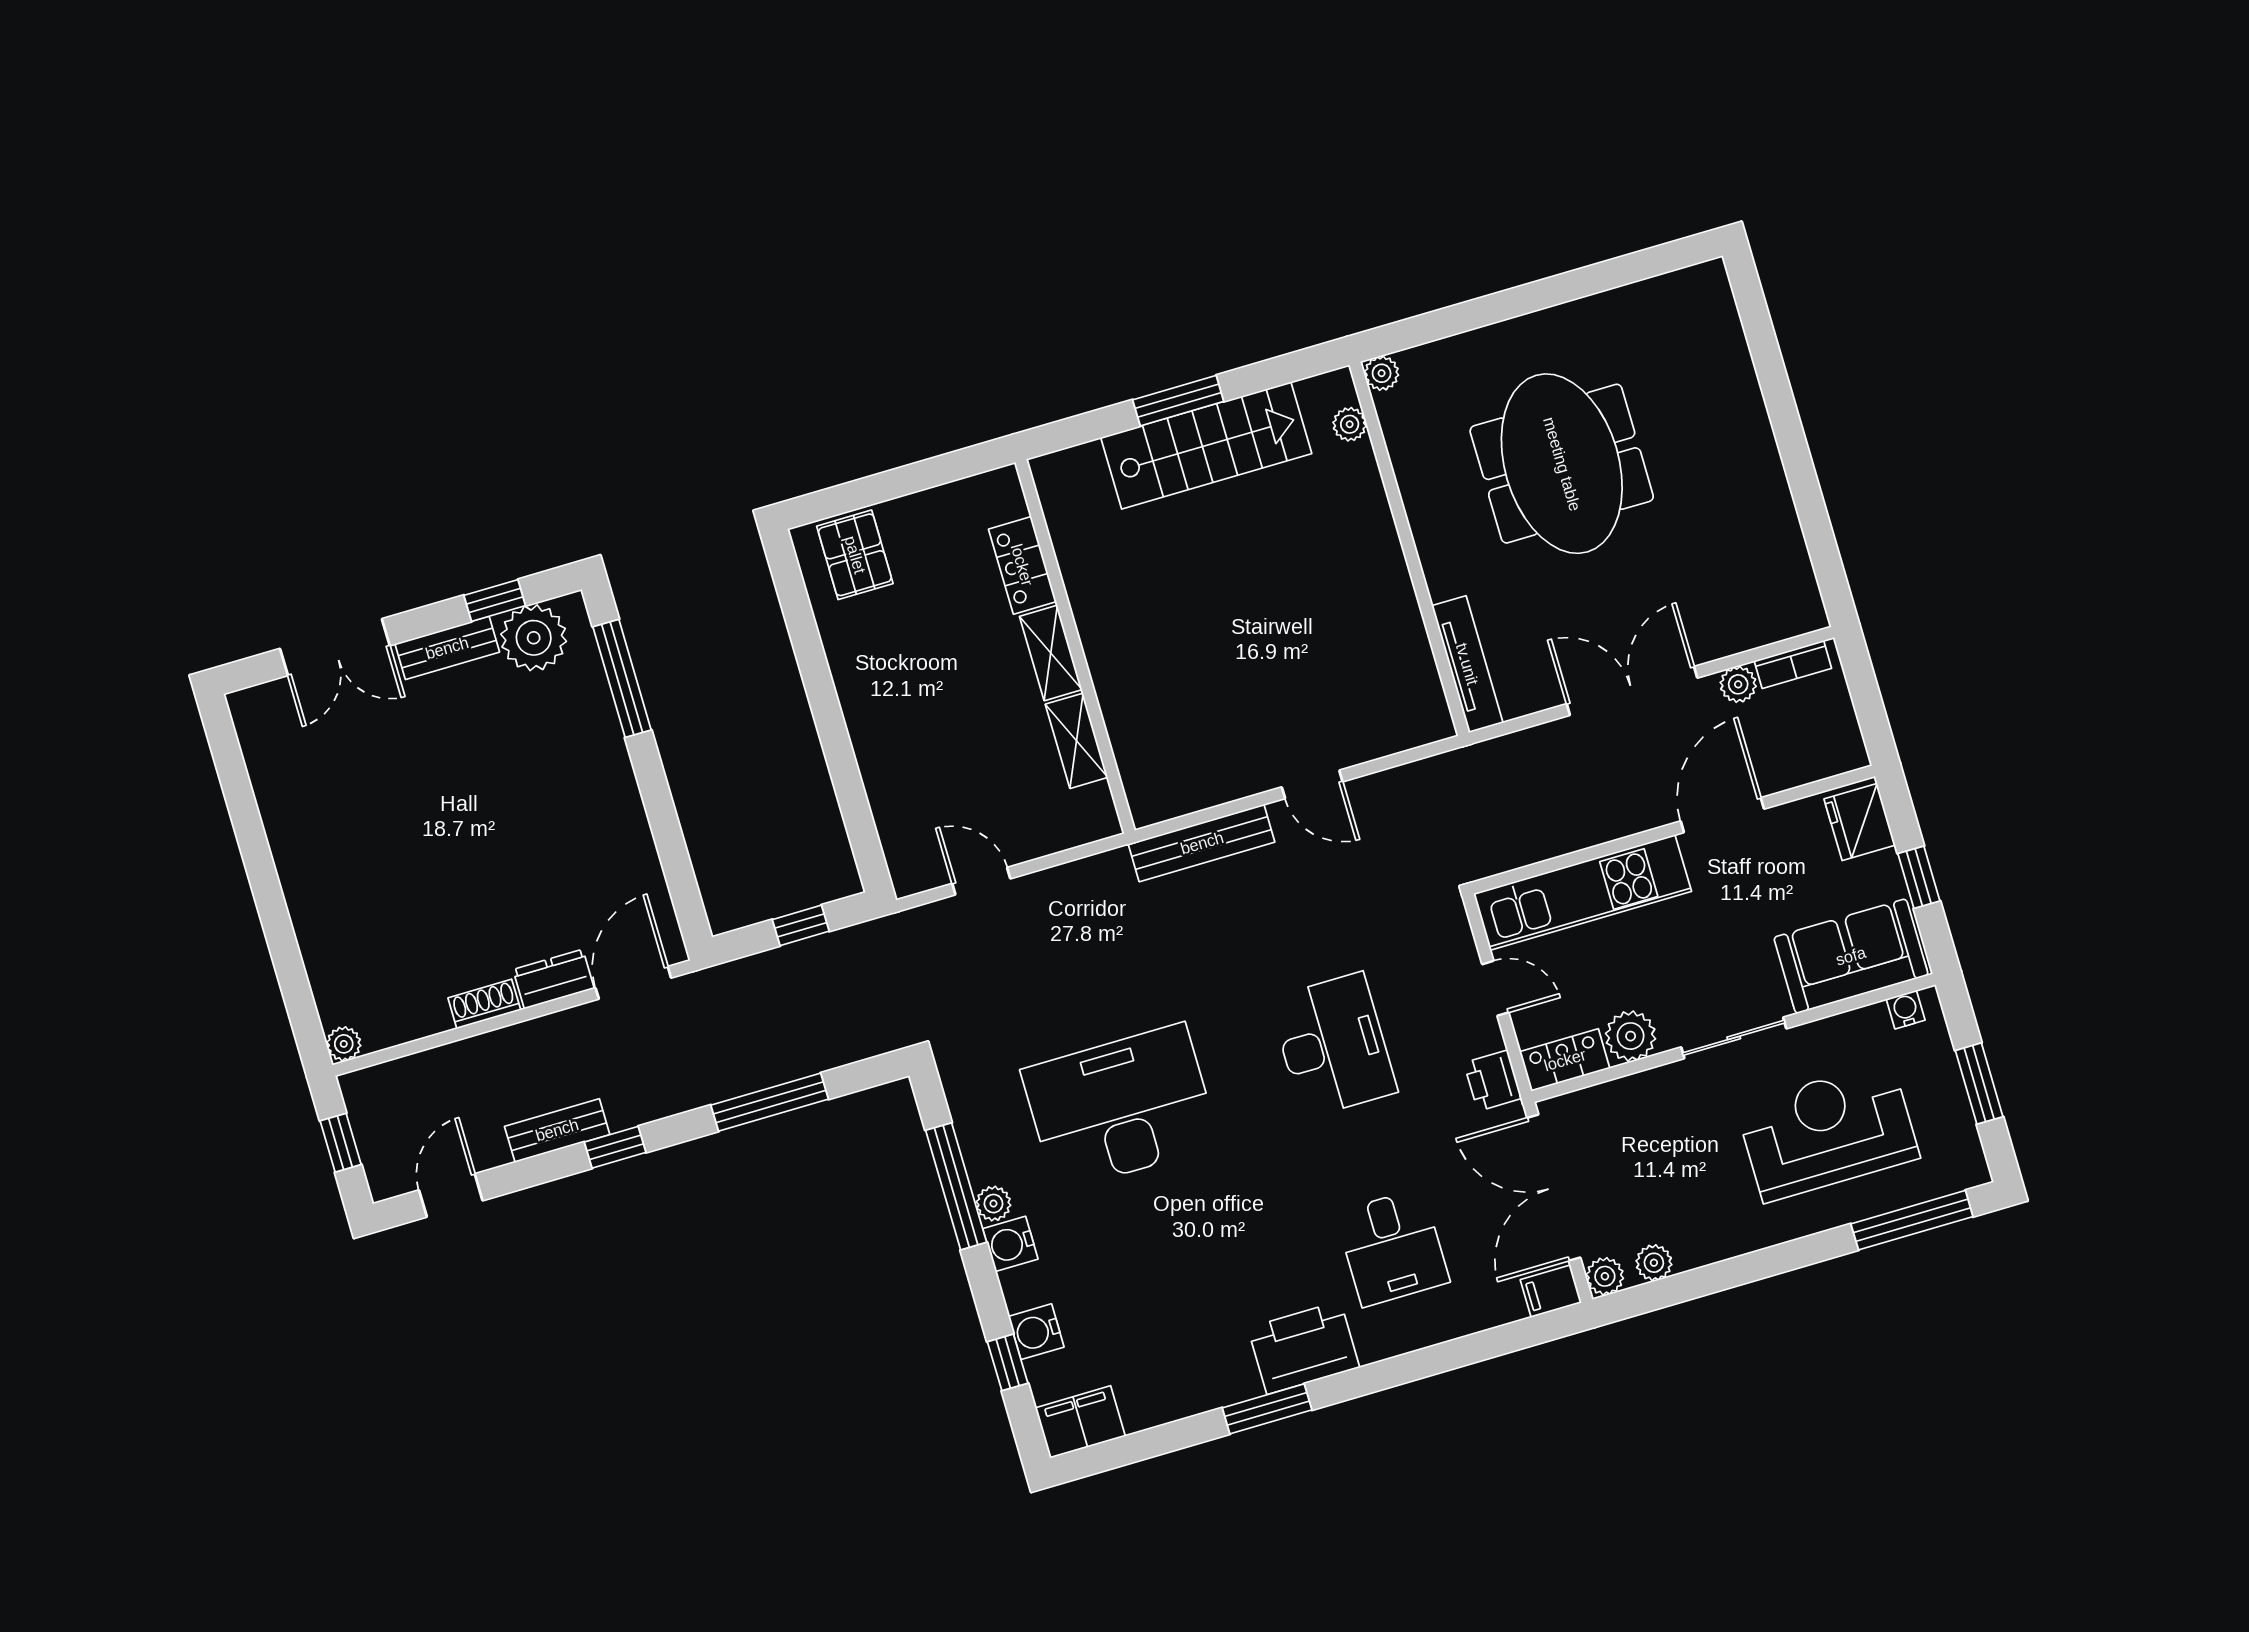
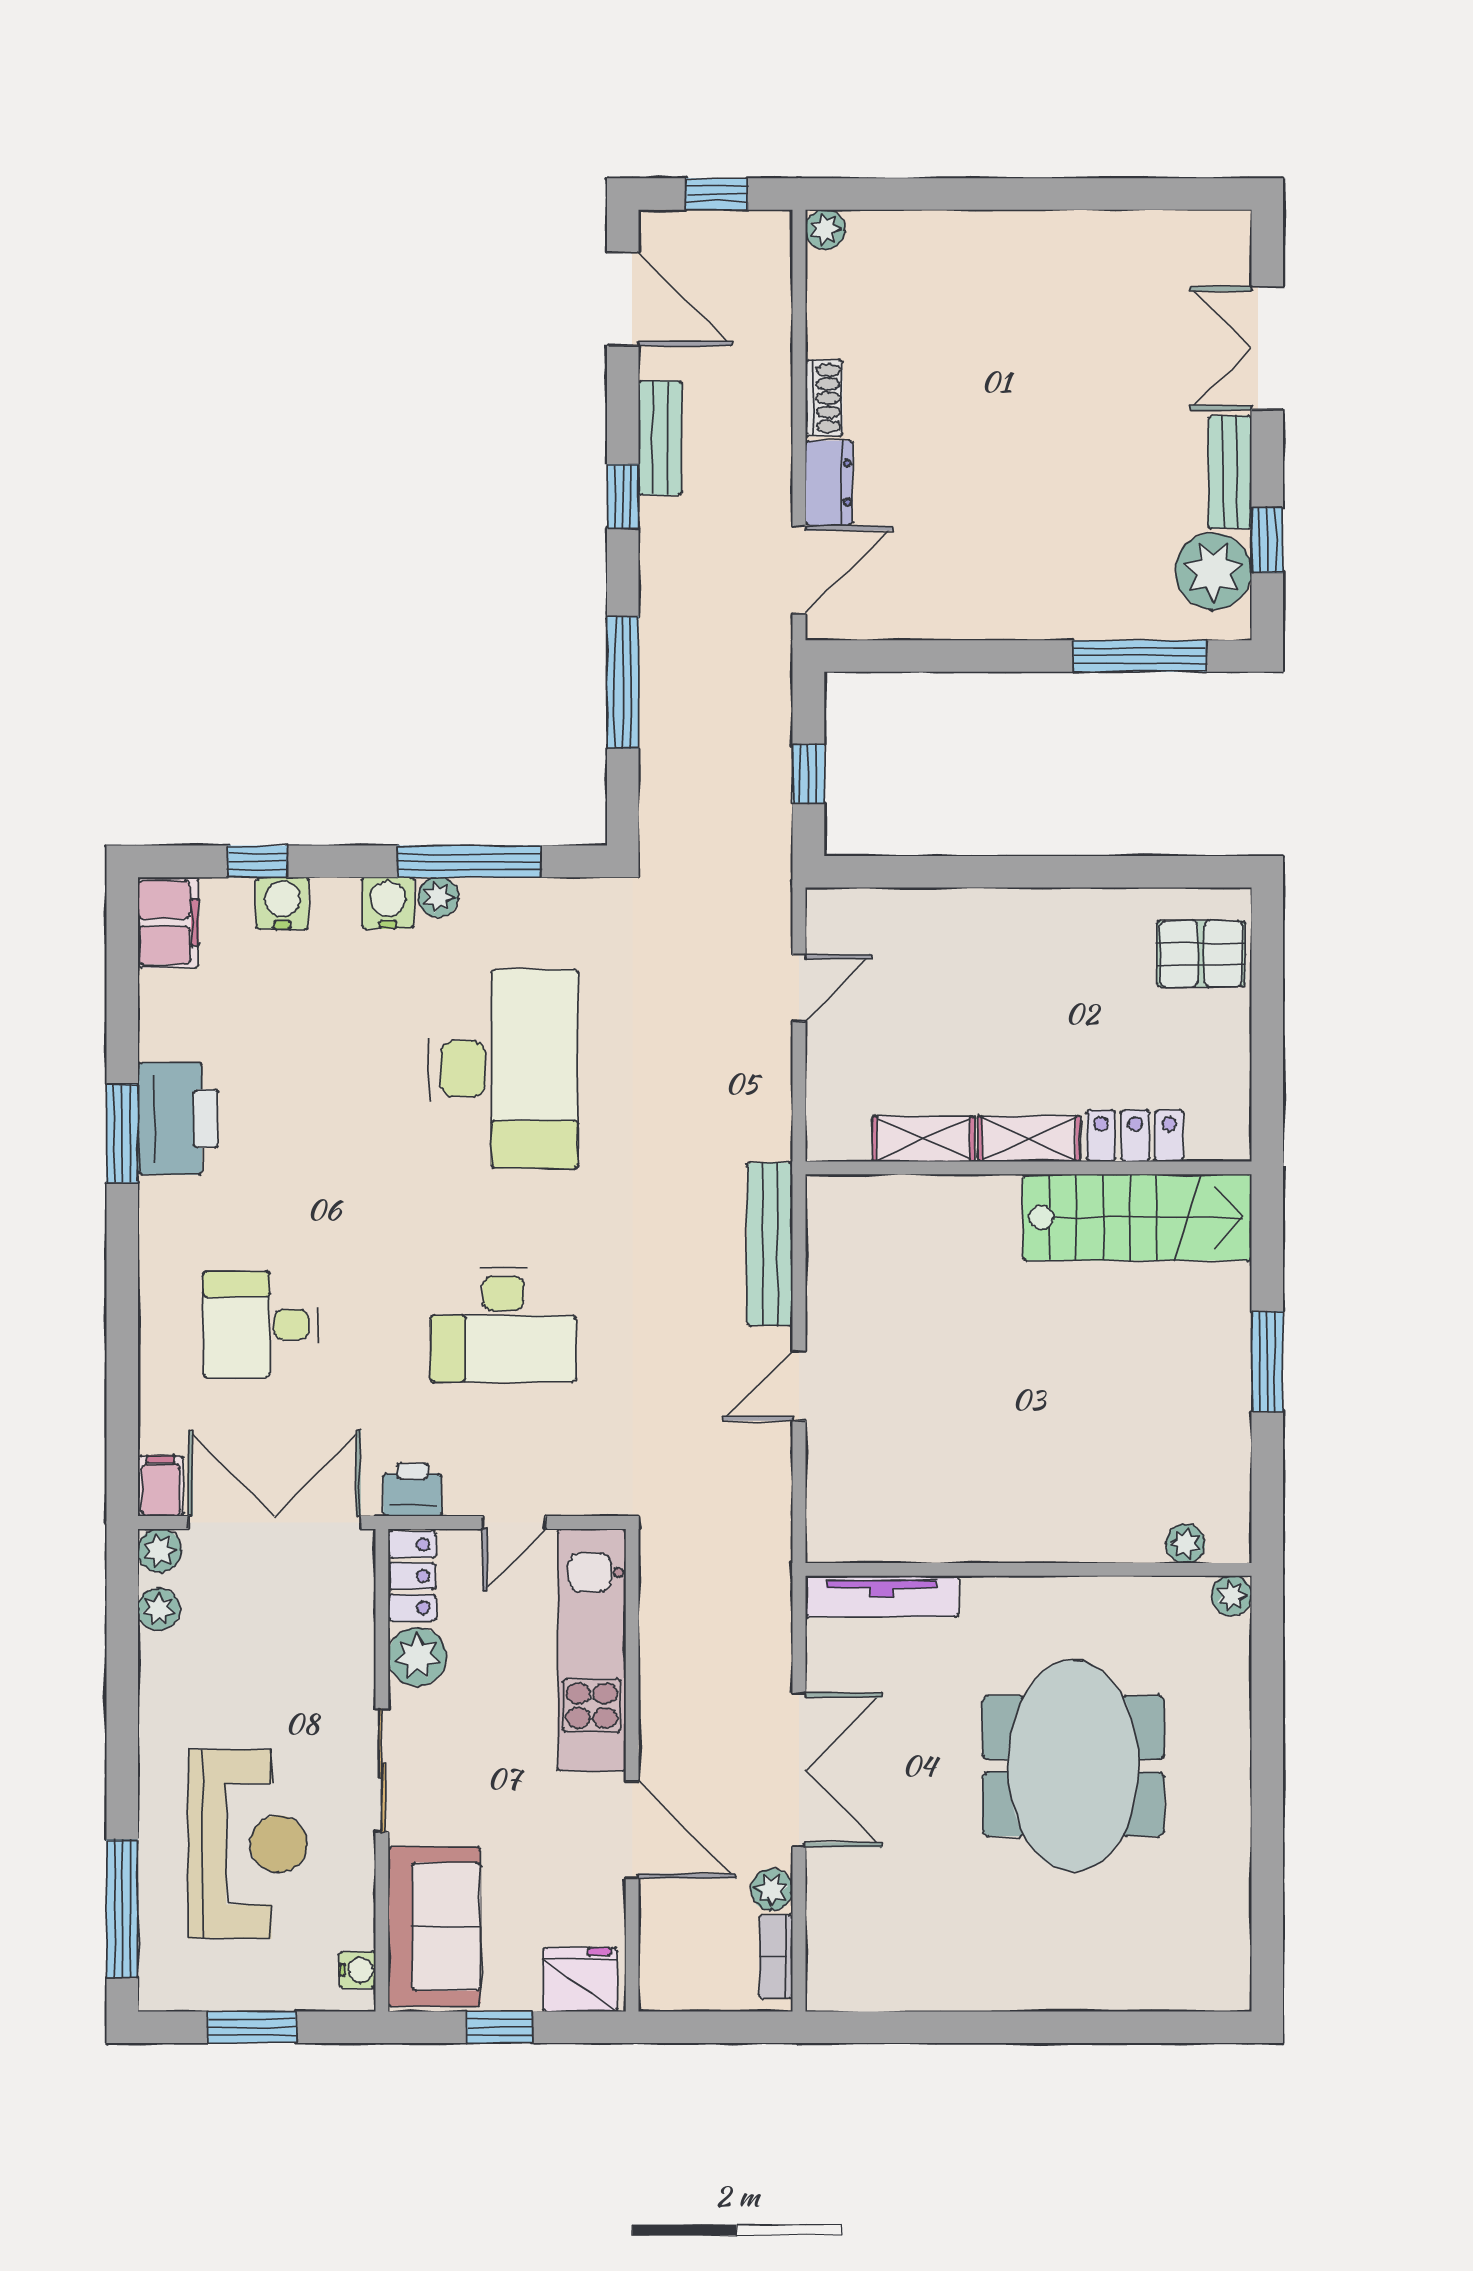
stairs: (1206, 445) -> (1137, 1217), moved, turned -90
meeting table: (1562, 464) -> (1073, 1766), turned 90
door: (633, 983) -> (799, 570), hinge flipped
door: (451, 1195) -> (623, 299), width x1.38
printer: (1304, 1348) -> (178, 1119), moved

